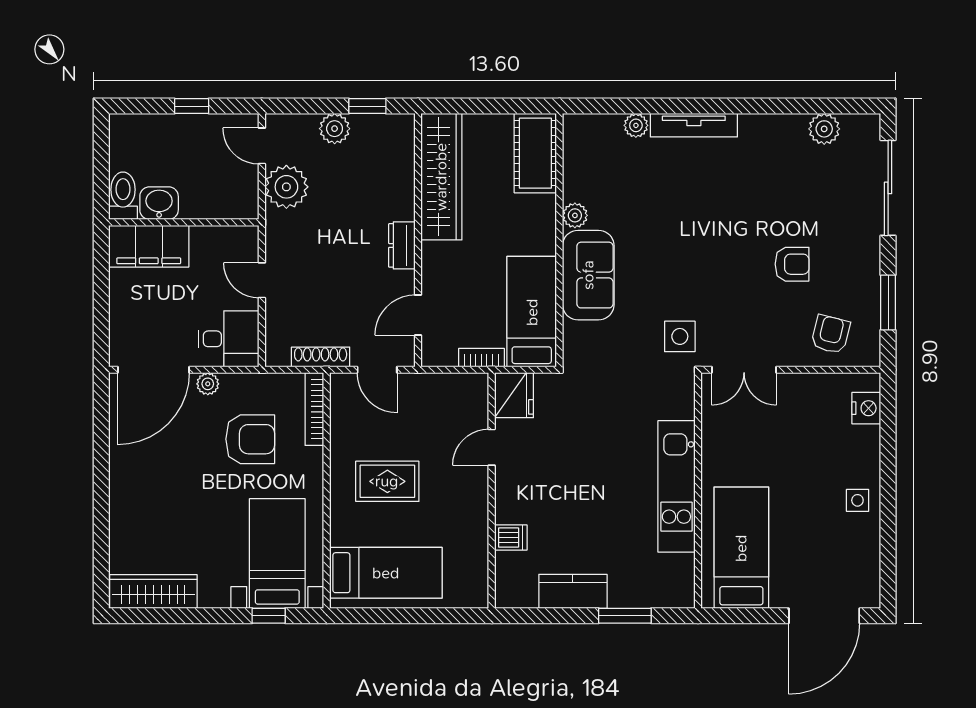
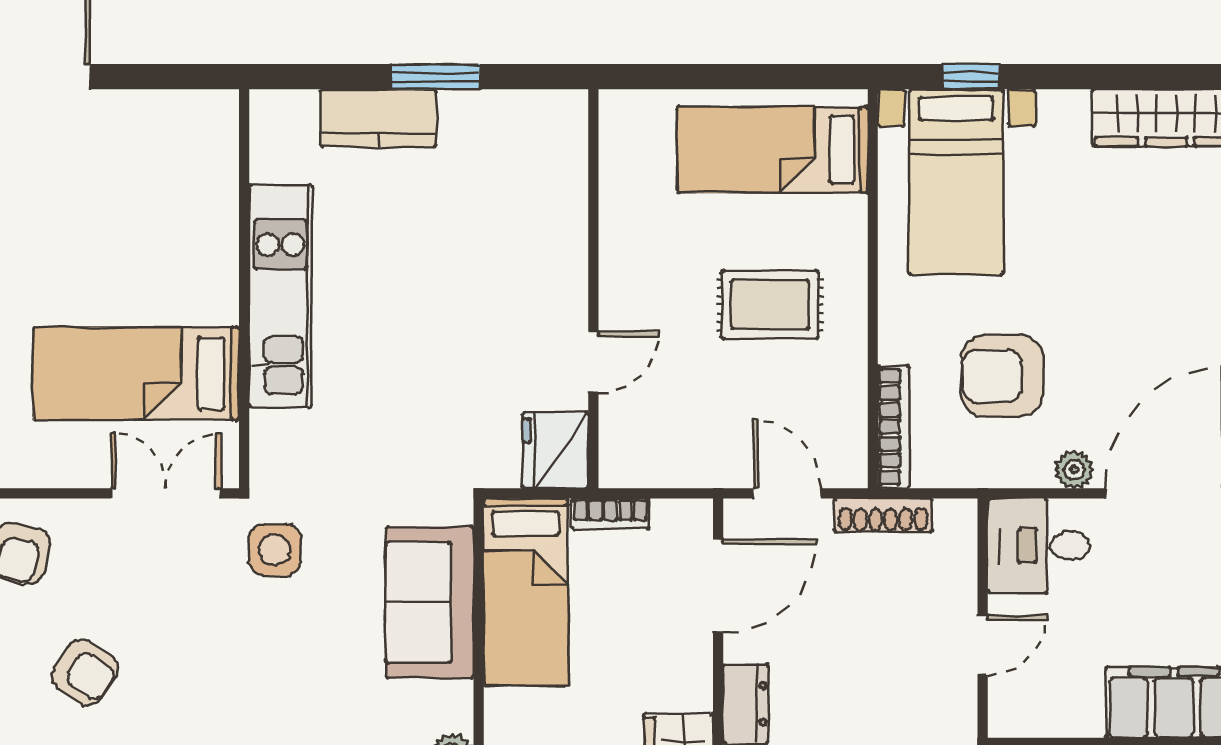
armchair: (792, 264) -> (85, 672), turned -146
sofa: (588, 275) -> (430, 602), moved
door: (262, 280) -> (983, 645), hinge flipped
door: (418, 315) -> (718, 586), width x1.38
dishwasher: (511, 538) -> (561, 209), removed
bed: (741, 548) -> (136, 374), moved, turned 90
kitchen counter: (573, 591) -> (378, 118), moved
window: (625, 616) -> (435, 77), moved

